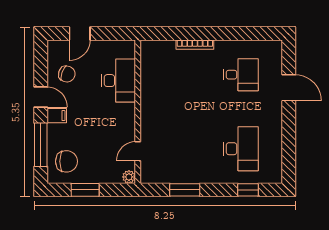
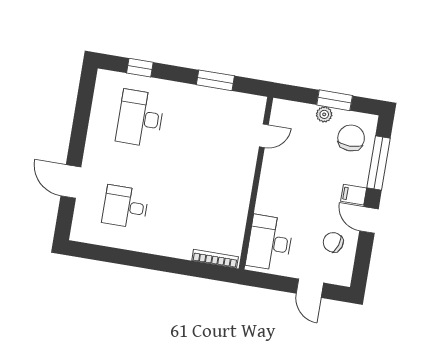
door: (80, 33) -> (310, 288), swing flipped
bookcase: (195, 45) -> (215, 259), moved
desk: (119, 81) -> (270, 243), moved
chair: (66, 161) -> (351, 138), turned 90
plant: (129, 177) -> (324, 114), moved

